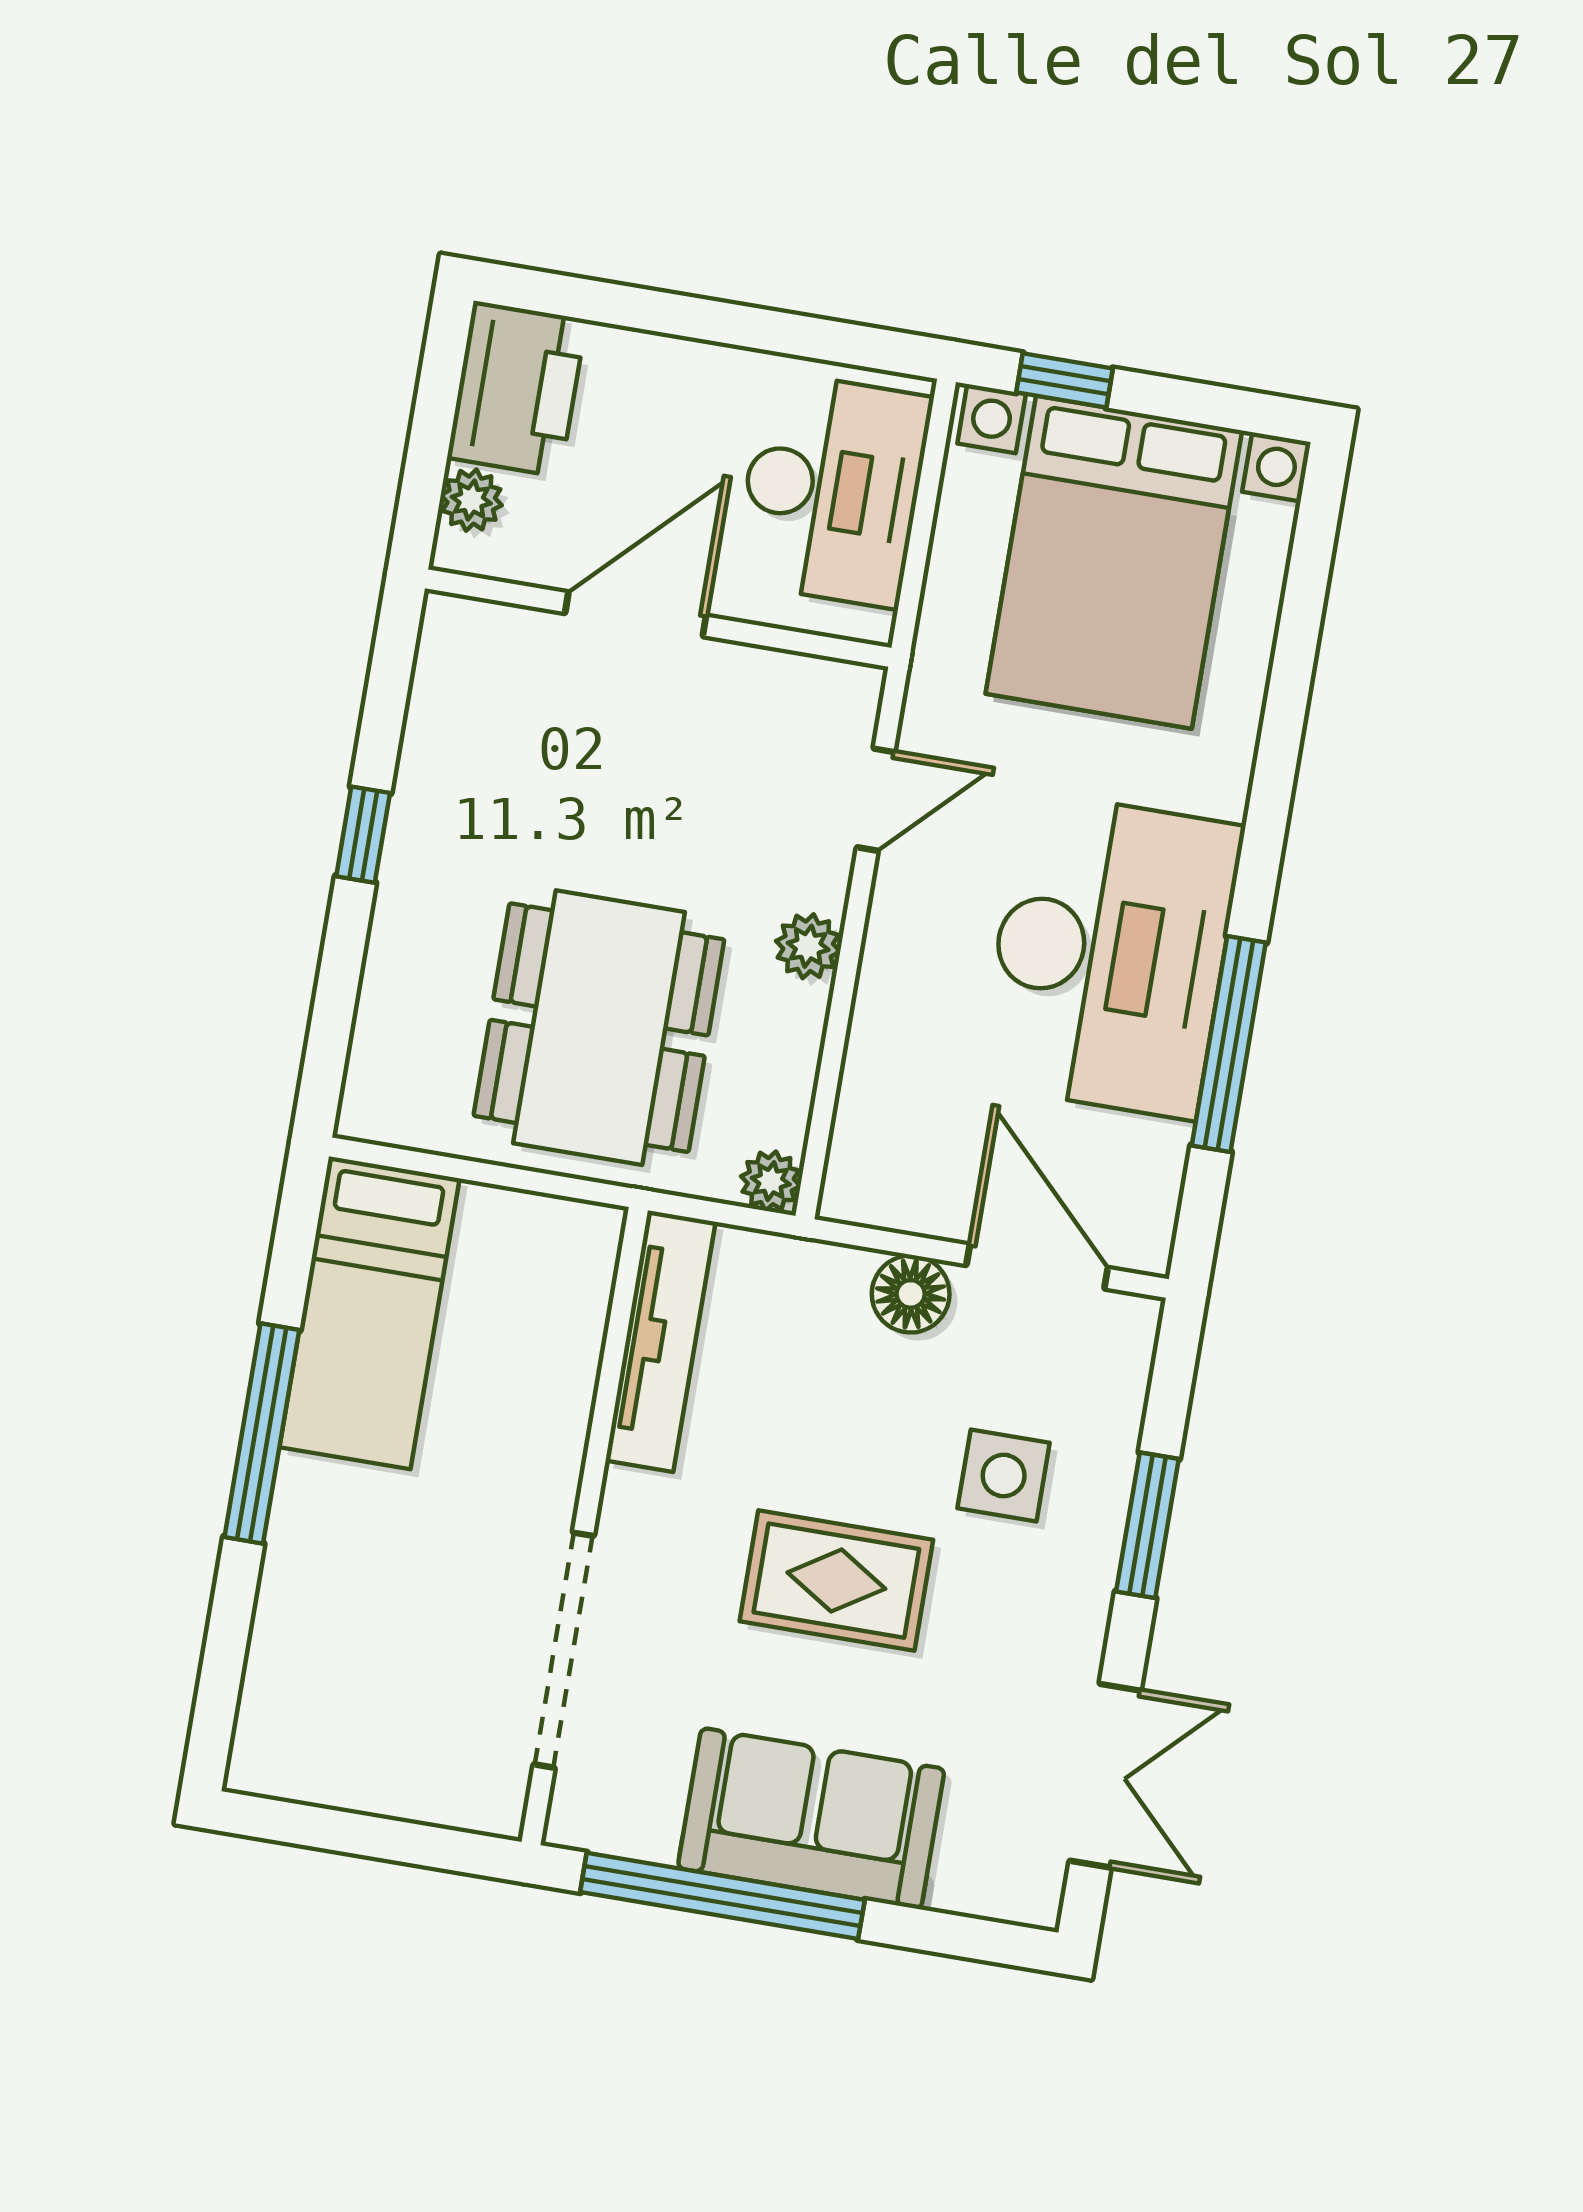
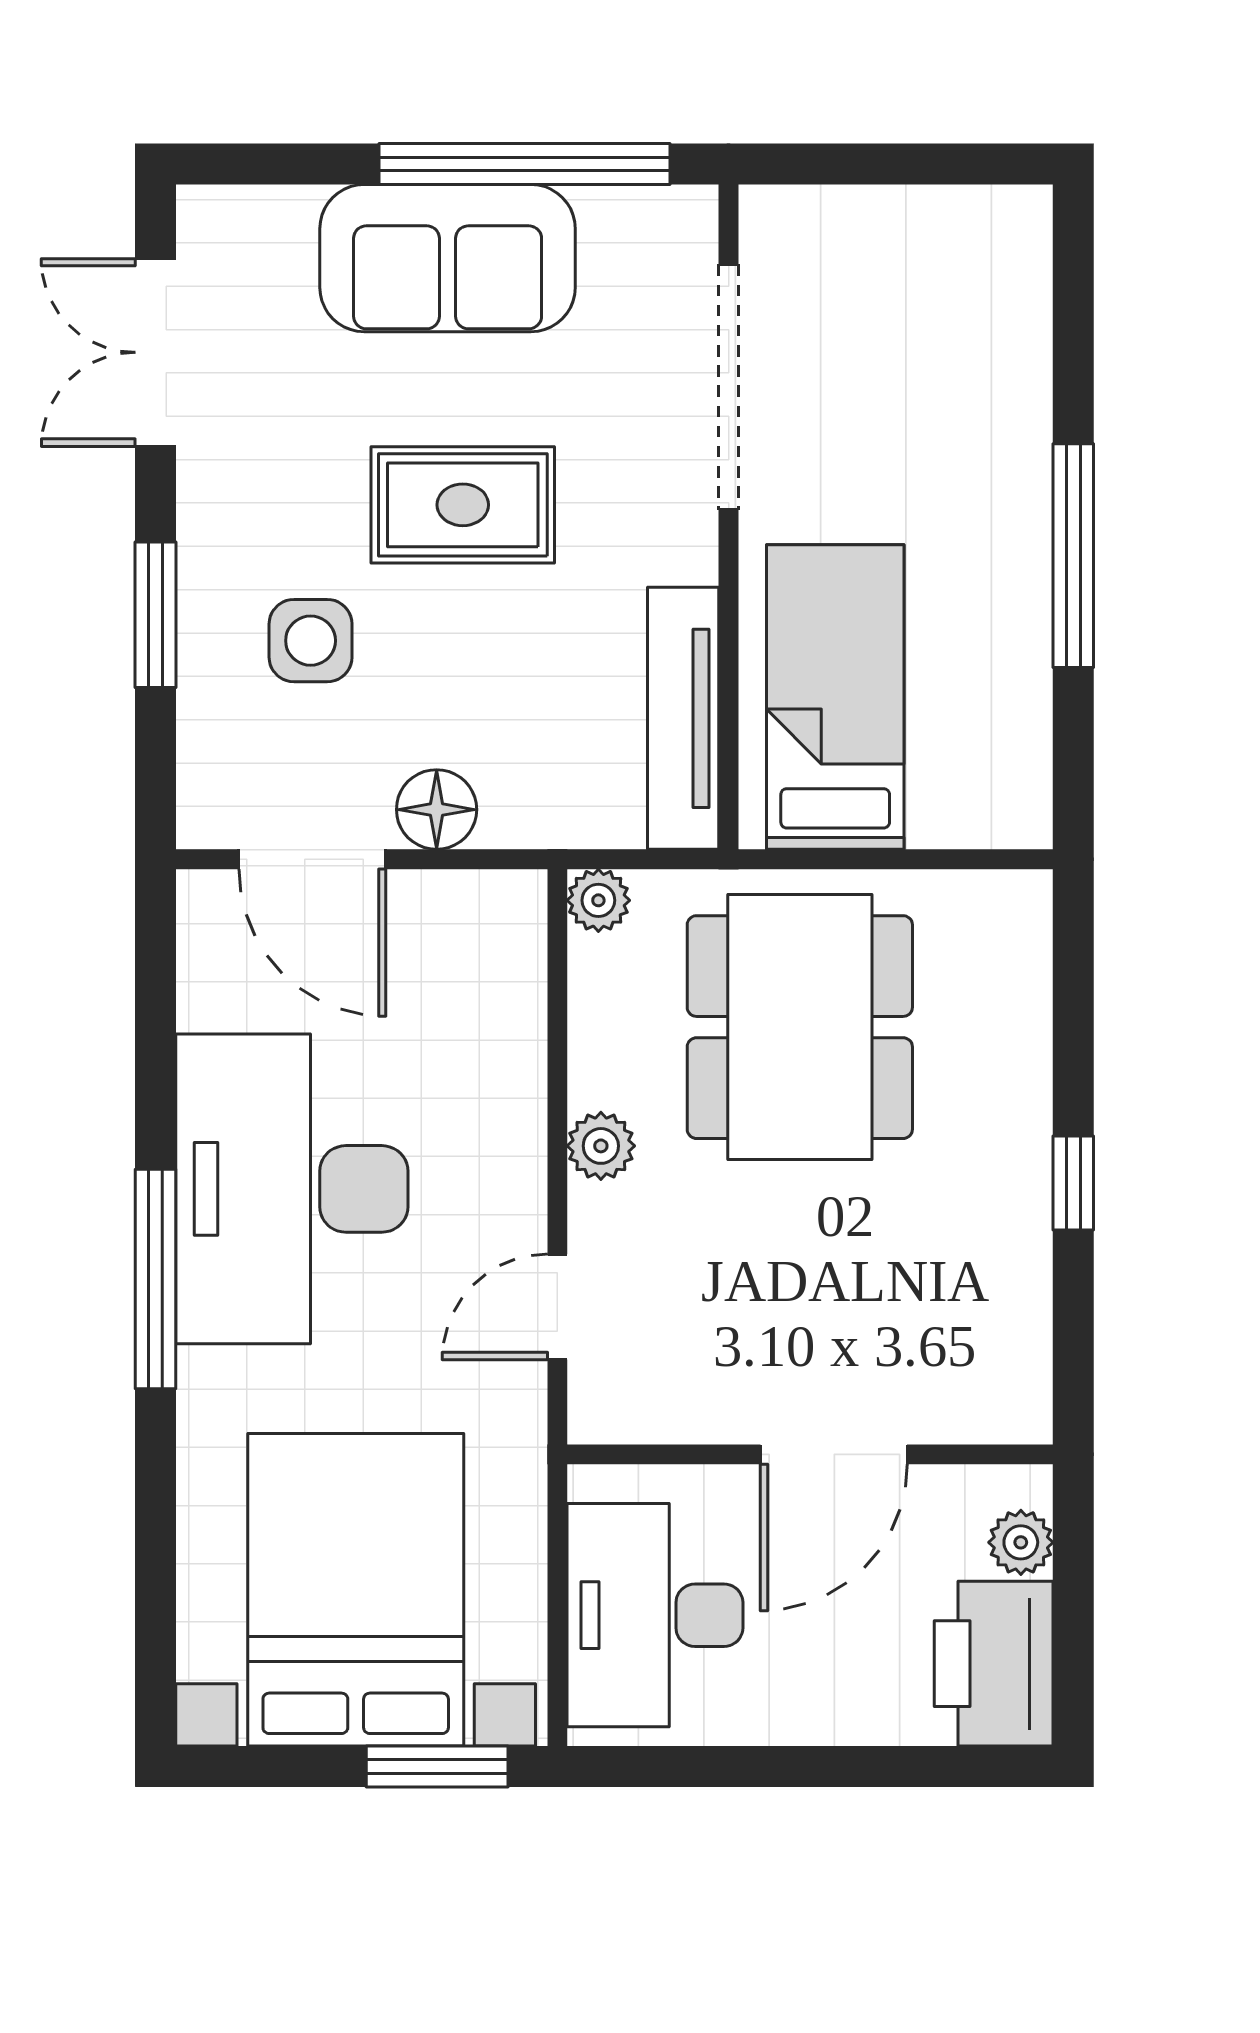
window: (1065, 380) -> (437, 1767), width x1.50
window: (1229, 1044) -> (155, 1279), moved
bed: (370, 1313) -> (835, 697), moved

